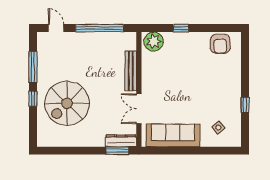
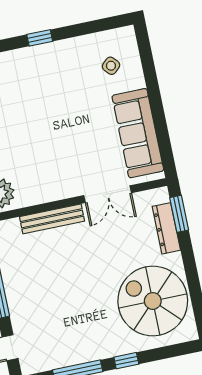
spiral stairs: (67, 103) -> (153, 301), moved, turned 180
window: (245, 105) -> (40, 38), moved
dresser: (121, 141) -> (166, 228), moved

